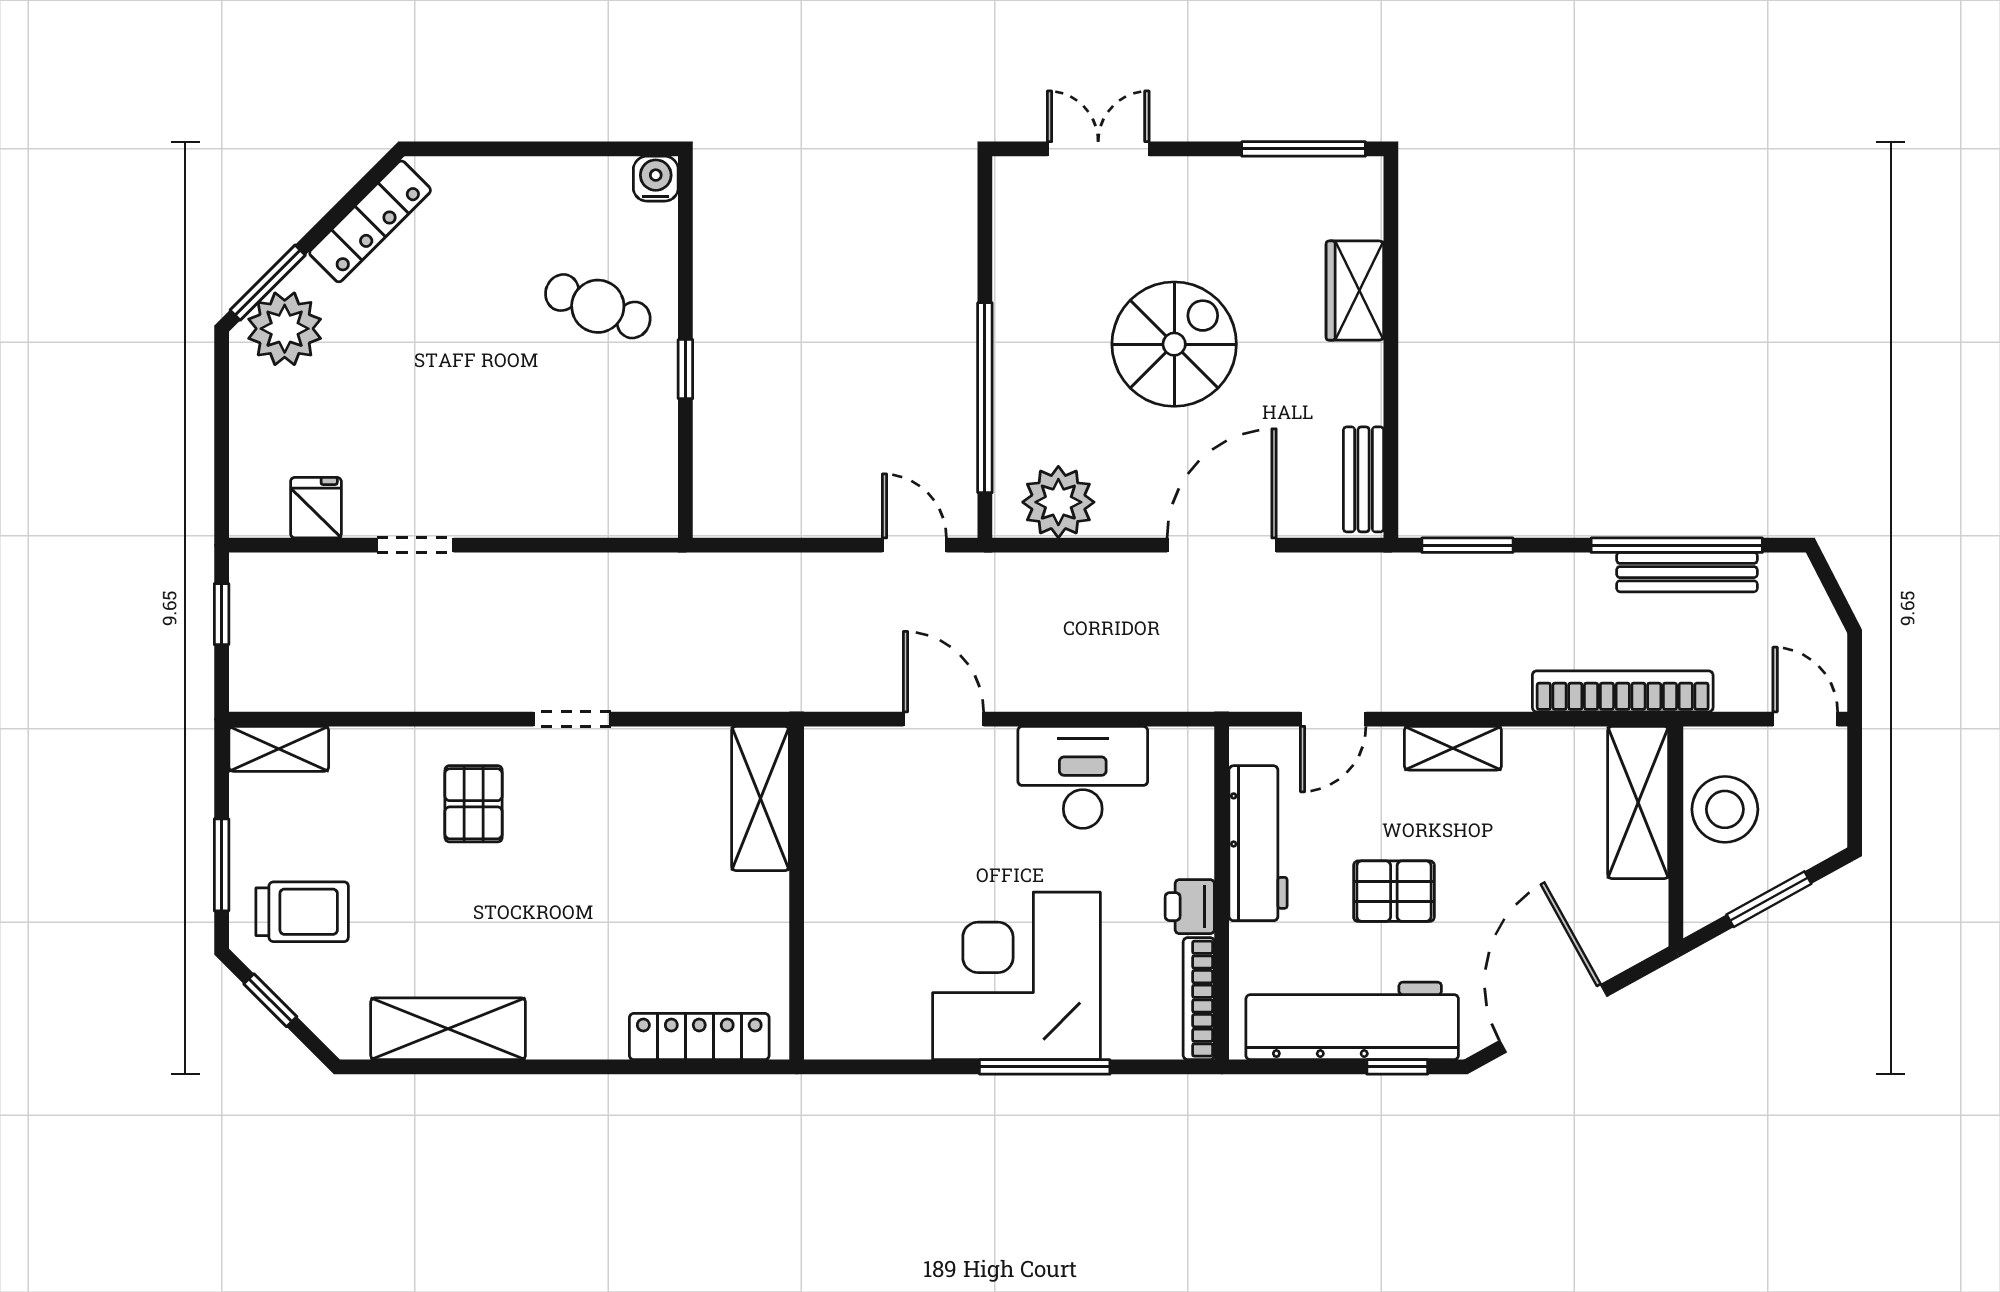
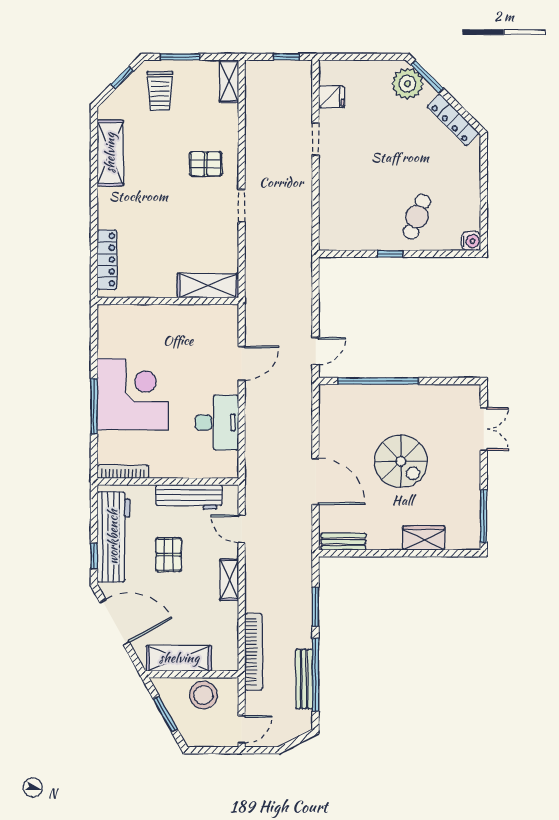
plant: (1058, 502) -> (334, 412), removed
window: (1467, 545) -> (316, 607), moved
shelving: (1638, 802) -> (179, 658), moved
printer: (1190, 907) -> (162, 468), removed

